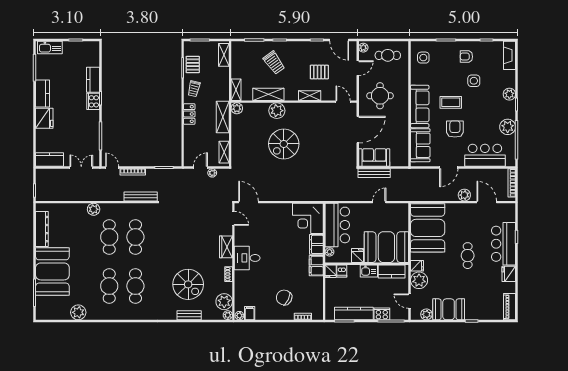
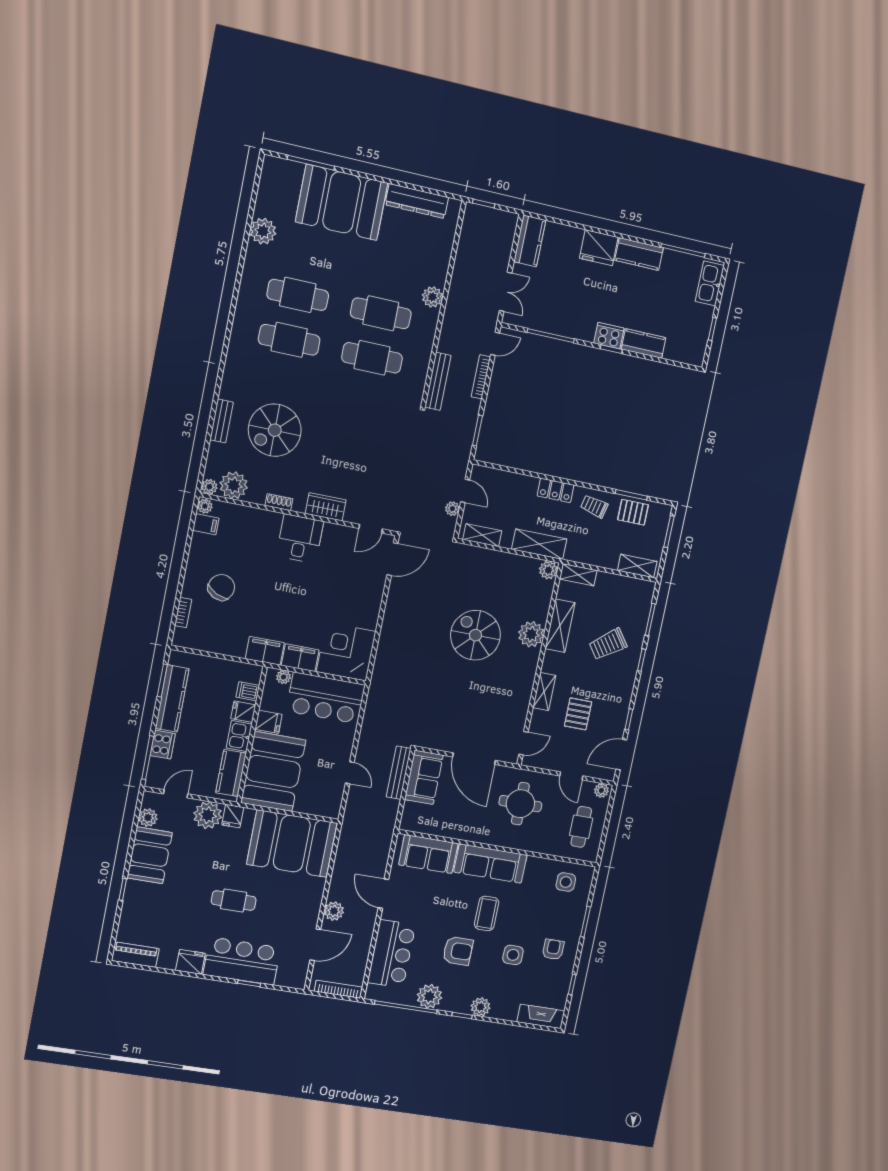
armchair: (455, 129) -> (458, 951), moved
fridge: (331, 271) -> (243, 712), moved

